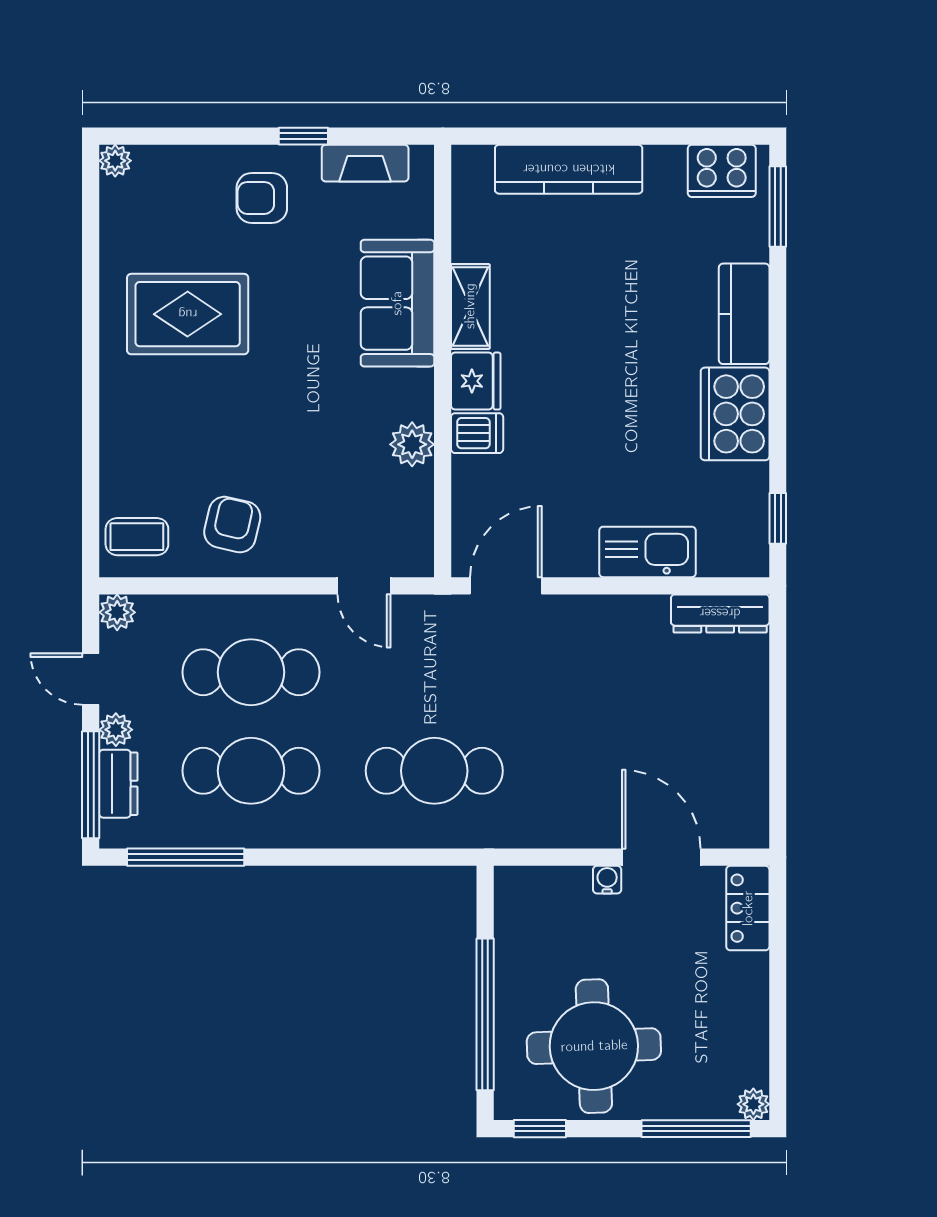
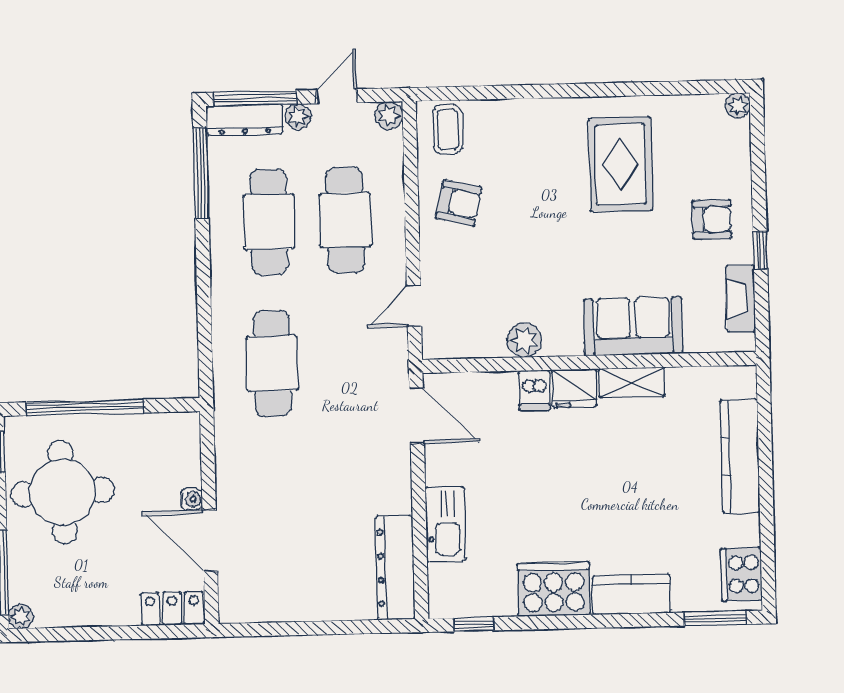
armchair: (262, 198) -> (712, 219), turned 90
dresser: (720, 613) -> (395, 568), width x1.37, depth x1.24
dresser: (118, 784) -> (245, 120), width x1.44
door: (661, 857) -> (210, 541), swing flipped

